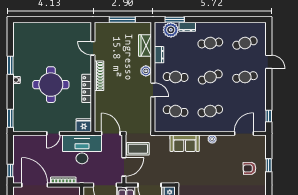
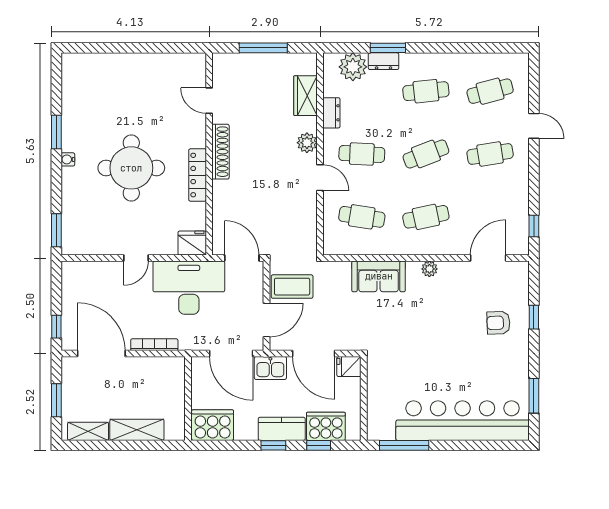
window: (175, 20) -> (388, 48), moved

